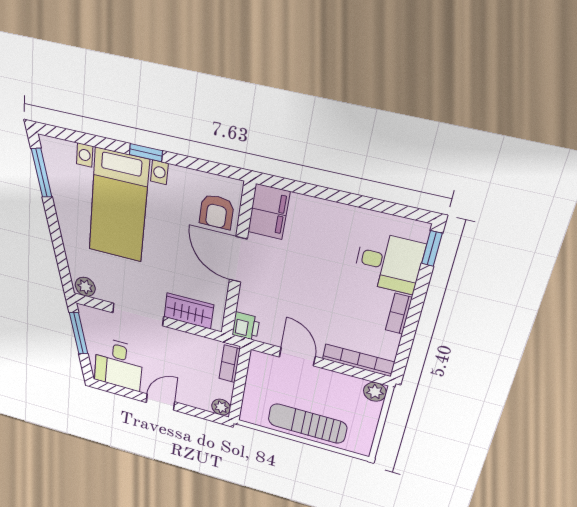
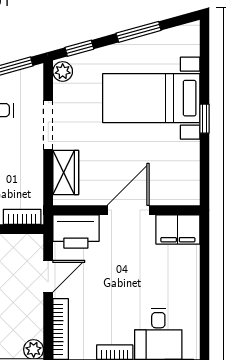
window: (42, 173) -> (139, 32), moved
armchair: (217, 212) -> (167, 186), removed
window: (63, 265) -> (79, 48), added
printer: (246, 326) -> (76, 231), width x1.87, depth x1.48

